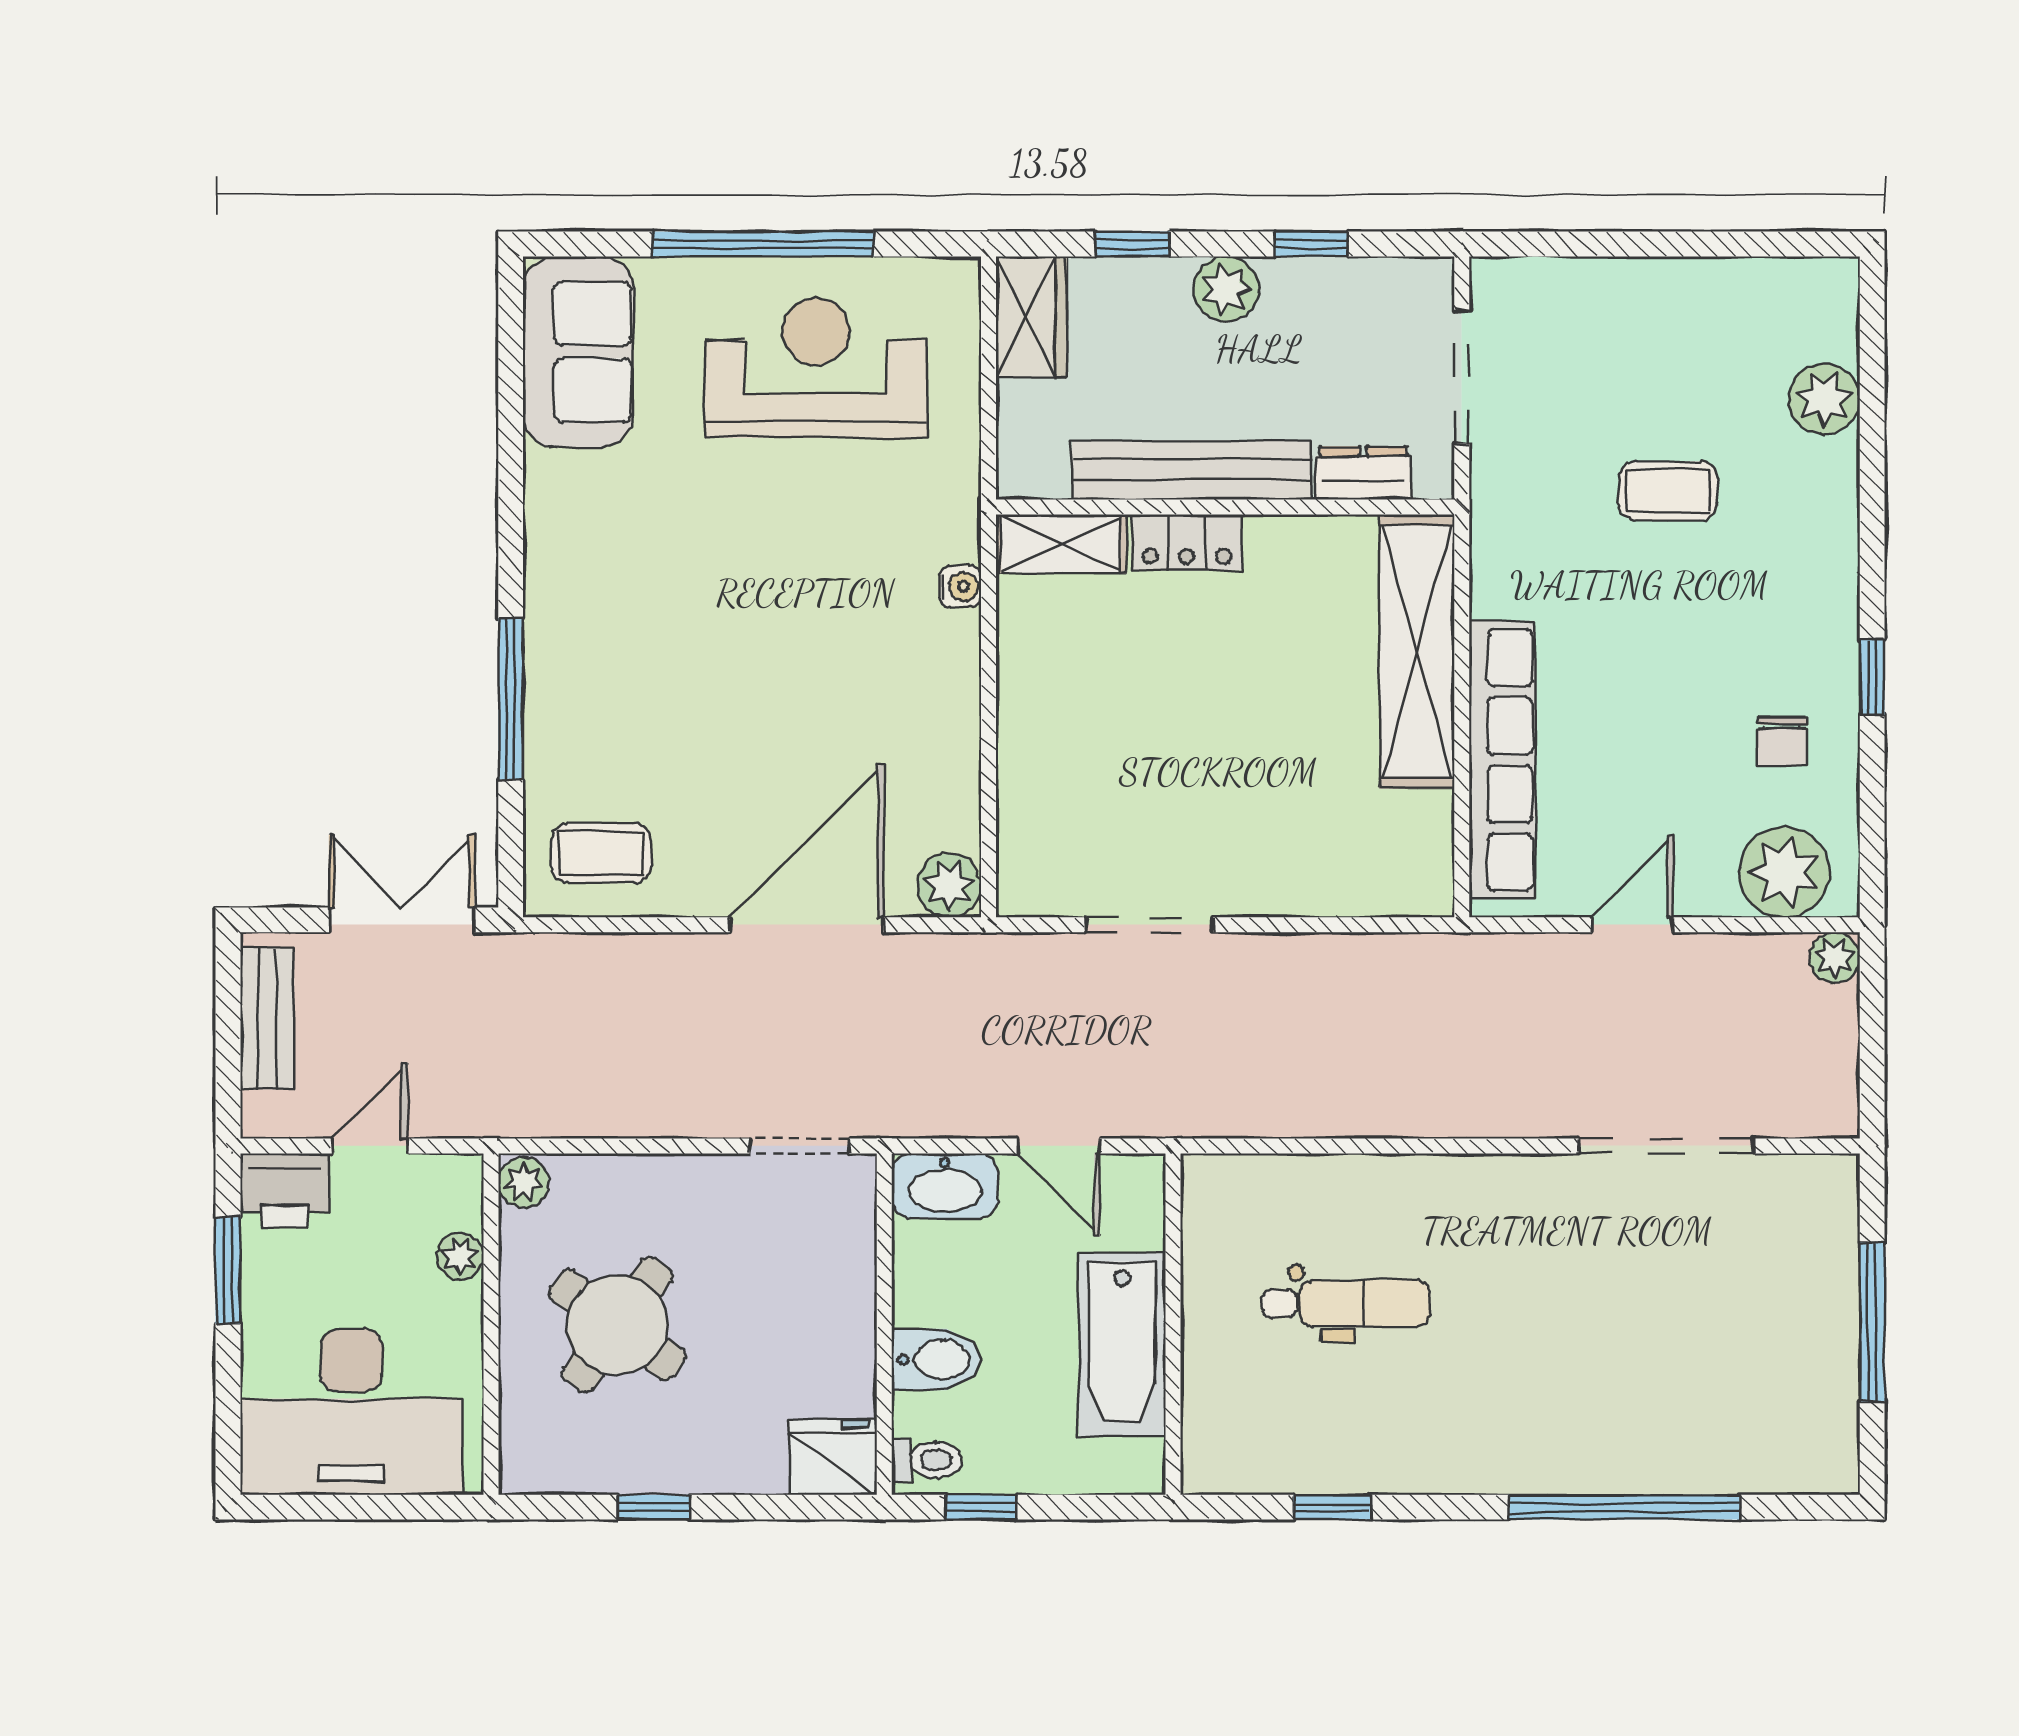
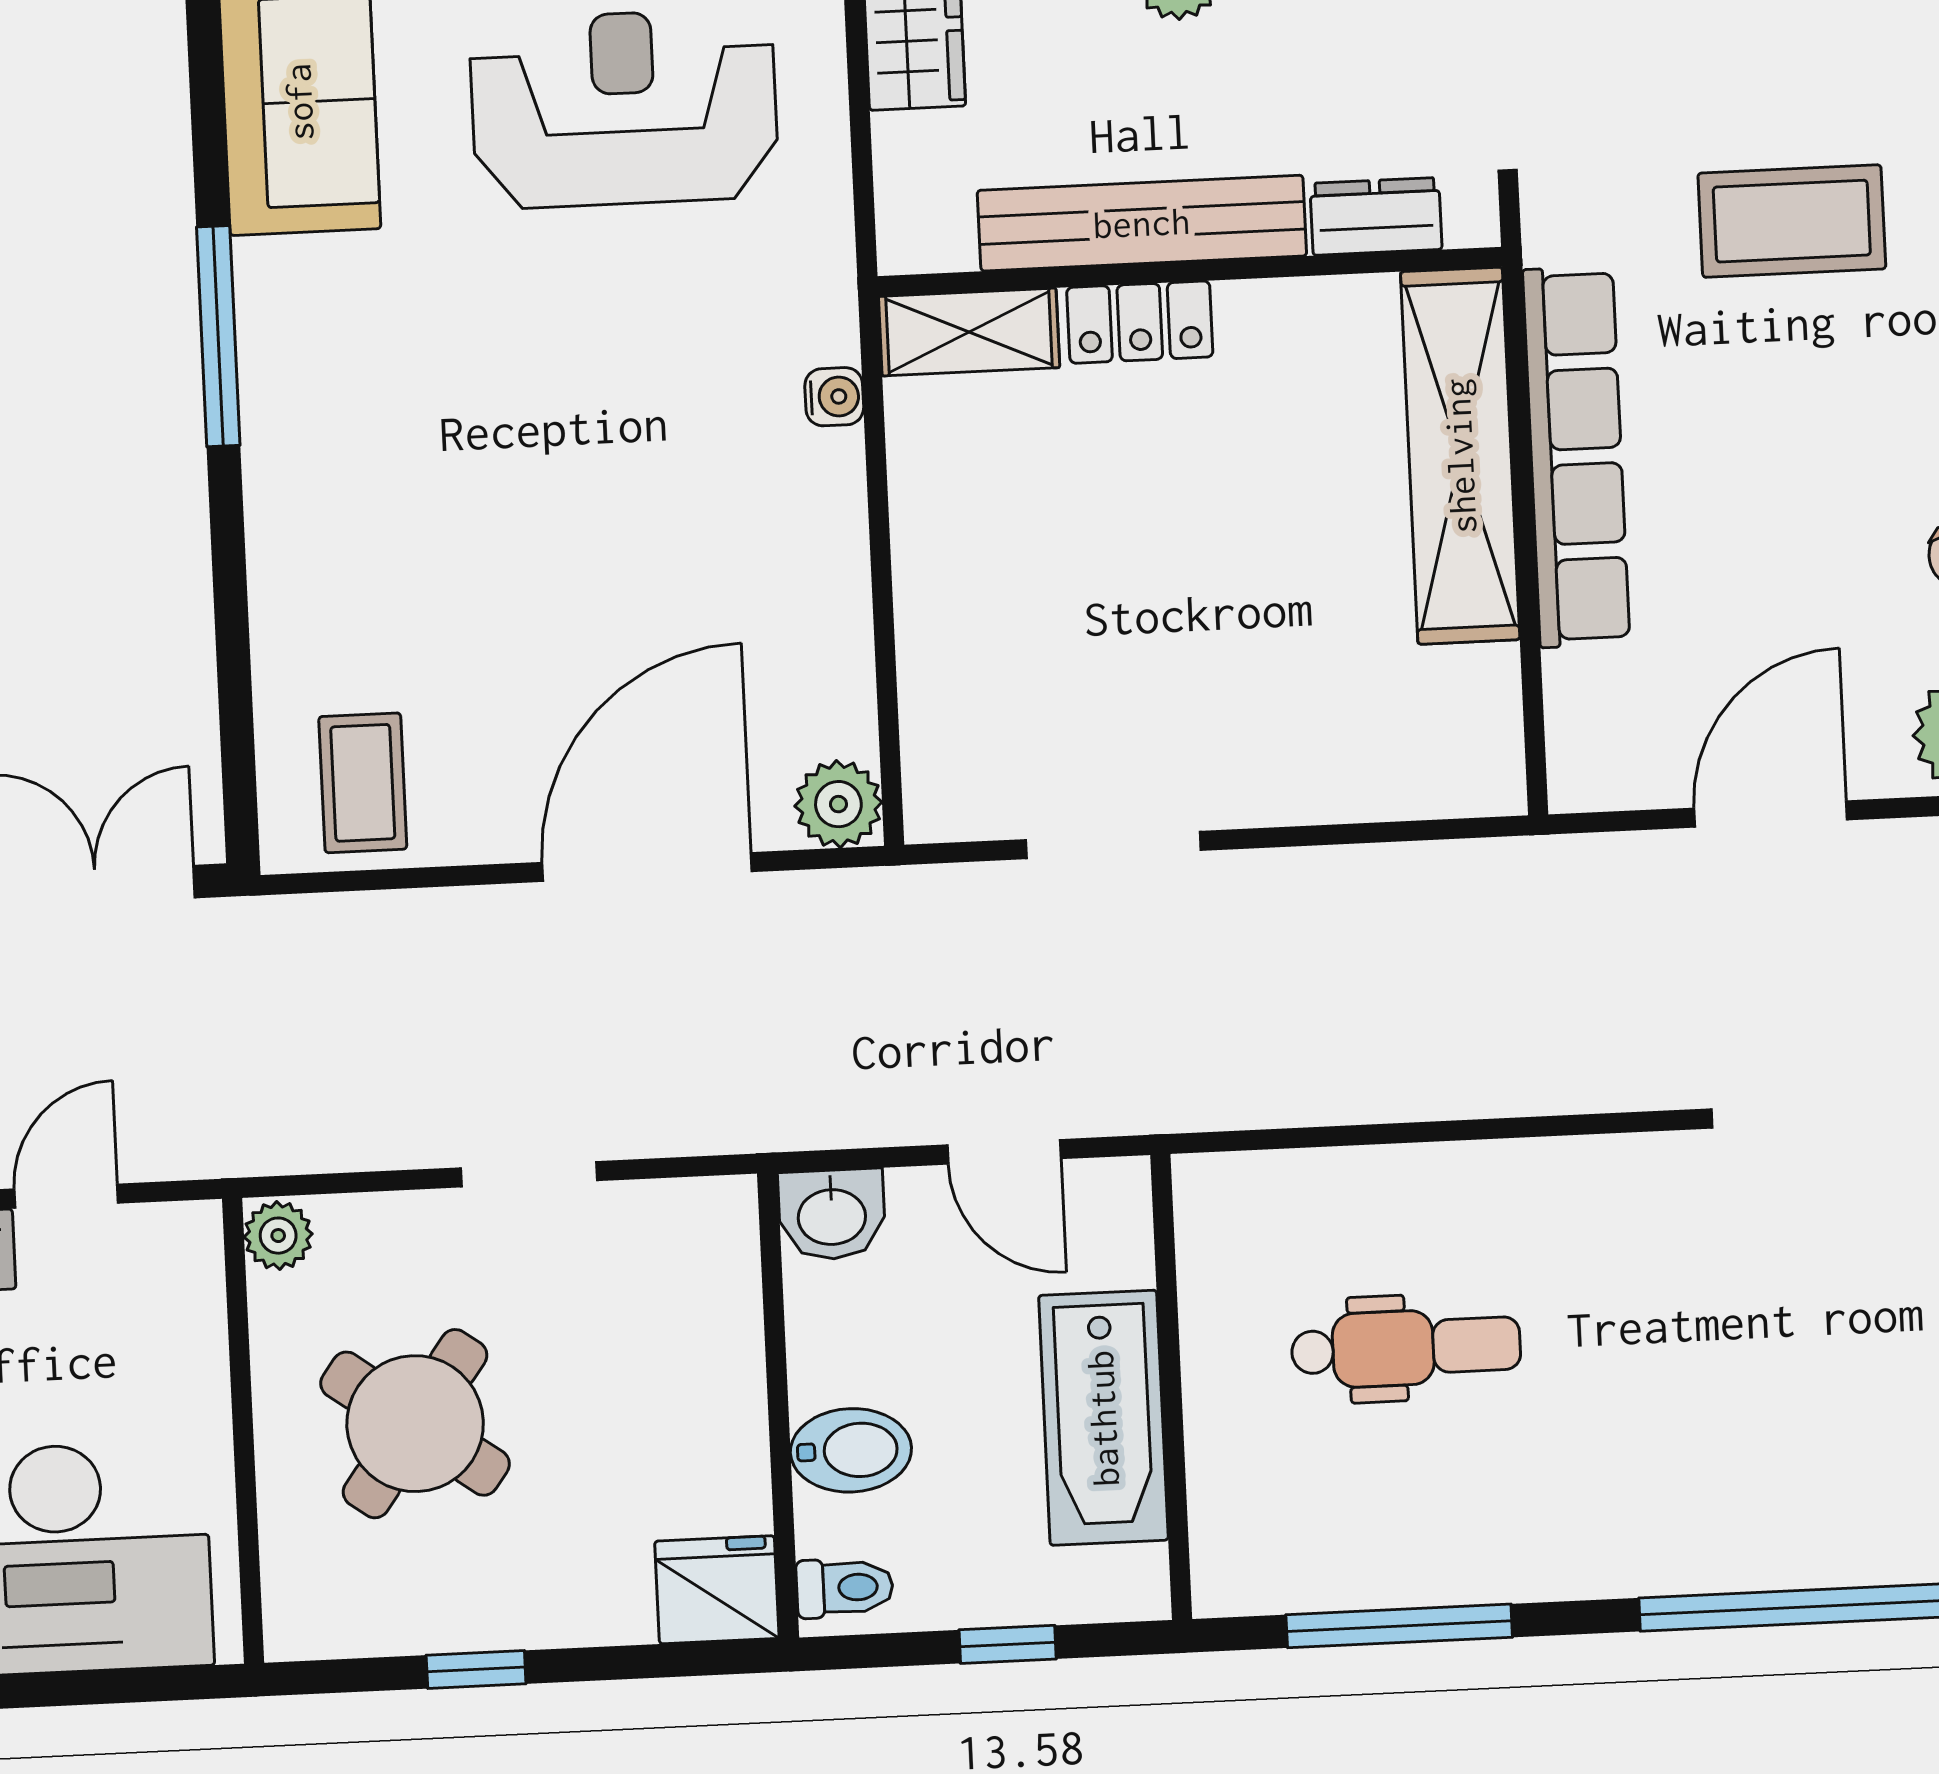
coffee table: (1668, 491) -> (1792, 221), width x1.36, depth x1.30
window: (511, 699) -> (218, 336), moved
row of seats: (1502, 760) -> (1576, 457), moved
coffee table: (601, 853) -> (363, 783), turned 90
door: (1632, 925) -> (1771, 814), width x1.38
doorway: (799, 1146) -> (529, 1174), moved
washbasin: (945, 1186) -> (832, 1214), width x0.72
plant: (460, 1256) -> (197, 1340), removed
window: (981, 1507) -> (1008, 1644), moved
window: (1332, 1507) -> (1399, 1626), width x2.17

